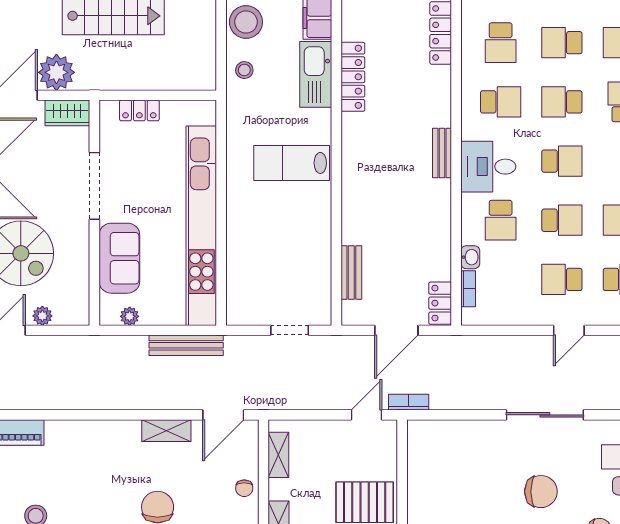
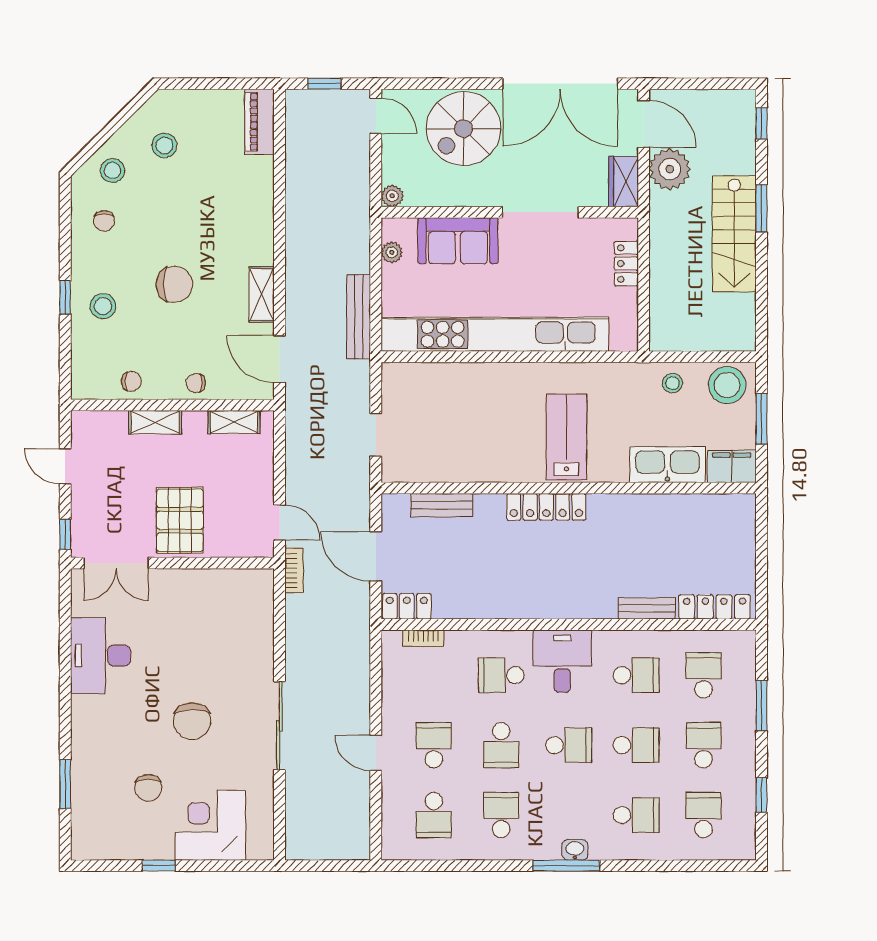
school desk: (501, 43) -> (703, 675), turned 90
locker: (353, 77) -> (546, 507), moved
school desk: (501, 102) -> (636, 675), turned -90
school desk: (562, 102) -> (636, 745), turned 90
bench: (442, 153) -> (647, 608), moved
school desk: (562, 161) -> (569, 745), turned -90
washbasin: (470, 257) -> (459, 641), removed
plant: (42, 316) -> (392, 196), moved

